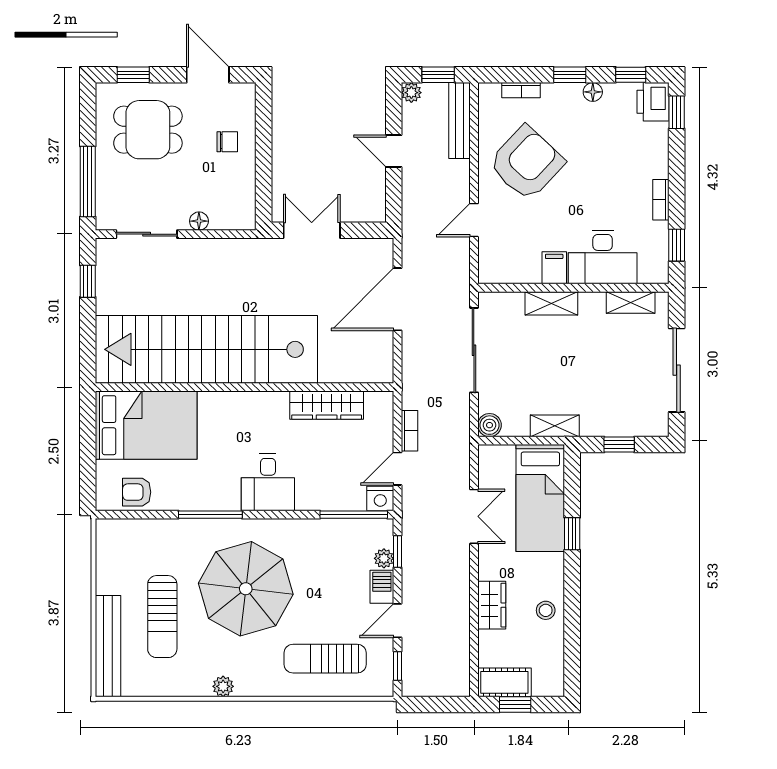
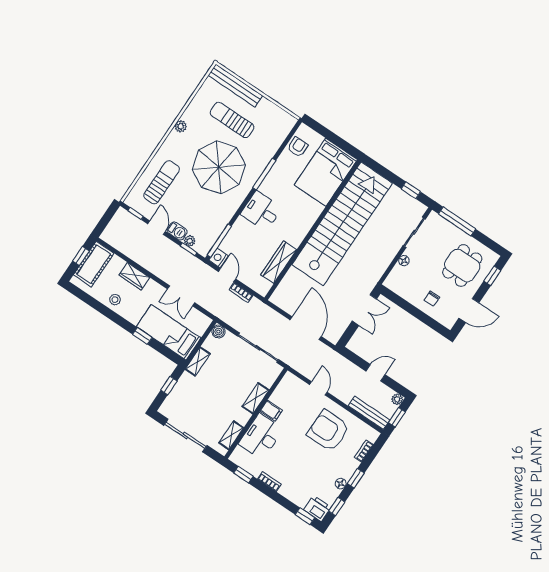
armchair: (526, 163) -> (328, 431), turned 137
cot: (504, 682) -> (94, 264), width x1.37, depth x1.34

